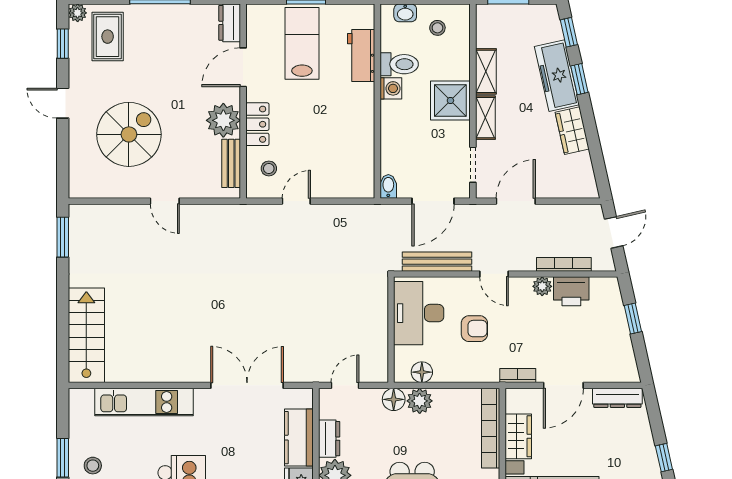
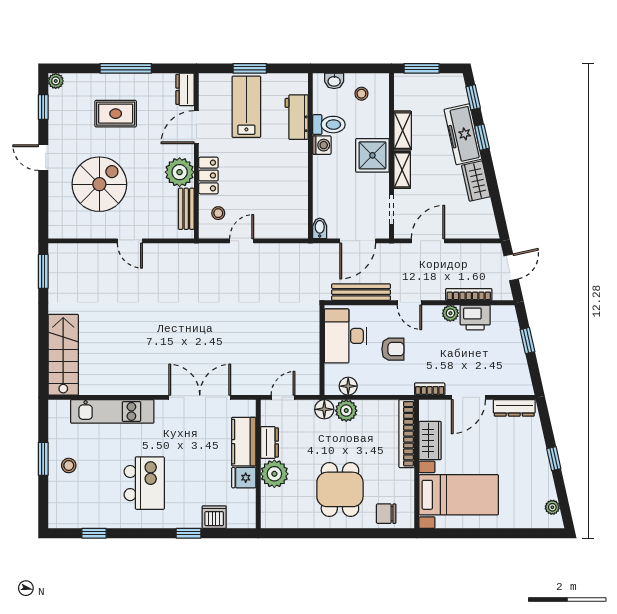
rug: (108, 37) -> (116, 114), moved, turned 90

